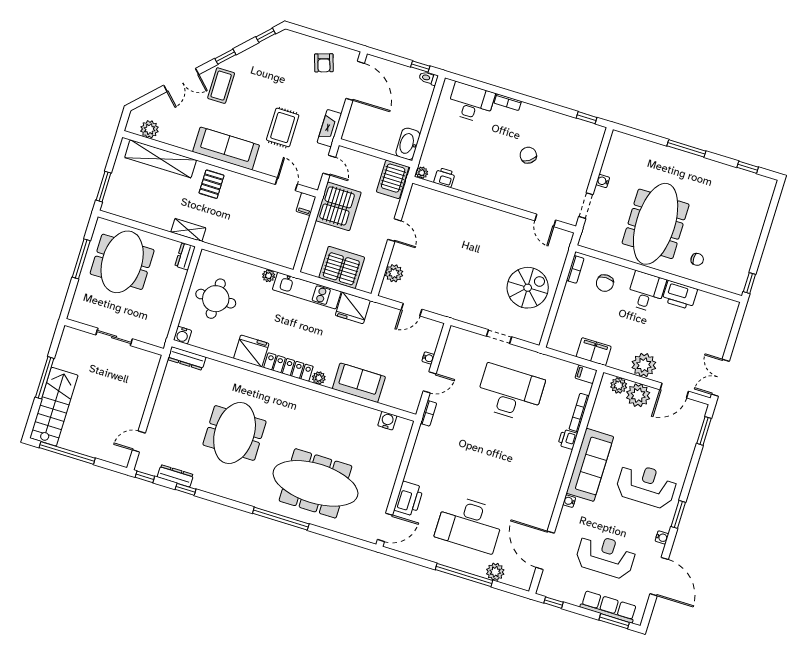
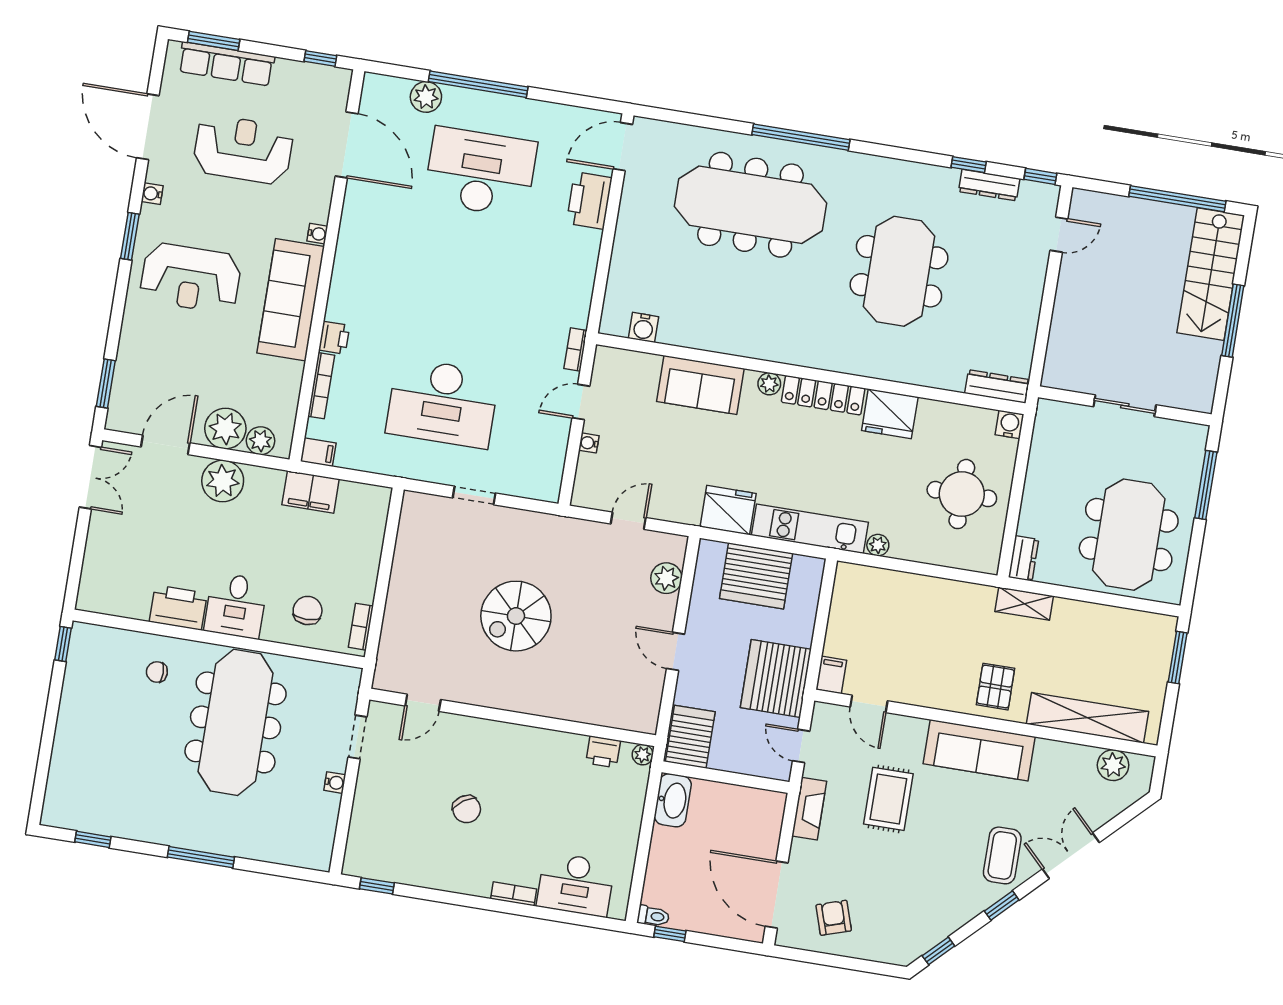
door: (545, 220) -> (423, 703), swing flipped
window: (81, 259) -> (1206, 485), moved
spiral stairs: (528, 288) -> (516, 616), moved
reception desk: (606, 556) -> (243, 149), turned 180

